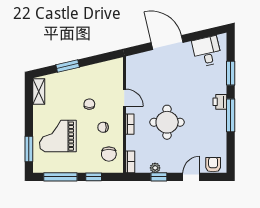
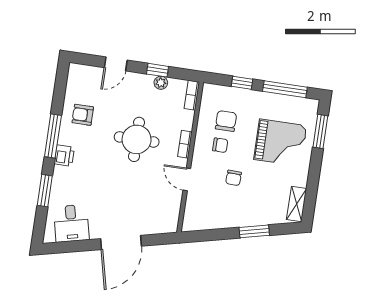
door: (167, 43) -> (121, 242), hinge flipped
chair: (109, 154) -> (226, 121), moved
armchair: (213, 165) -> (83, 115), moved, turned 90

